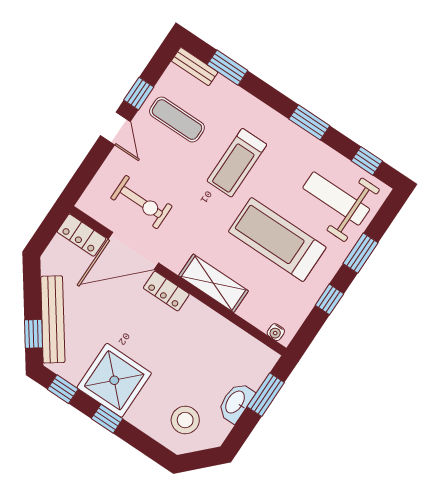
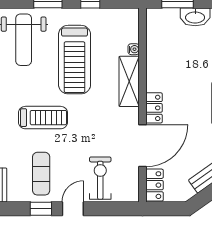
exercise bike: (141, 202) -> (100, 178), moved
door: (133, 251) -> (143, 146), hinge flipped
water cooler: (276, 332) -> (134, 49), moved

